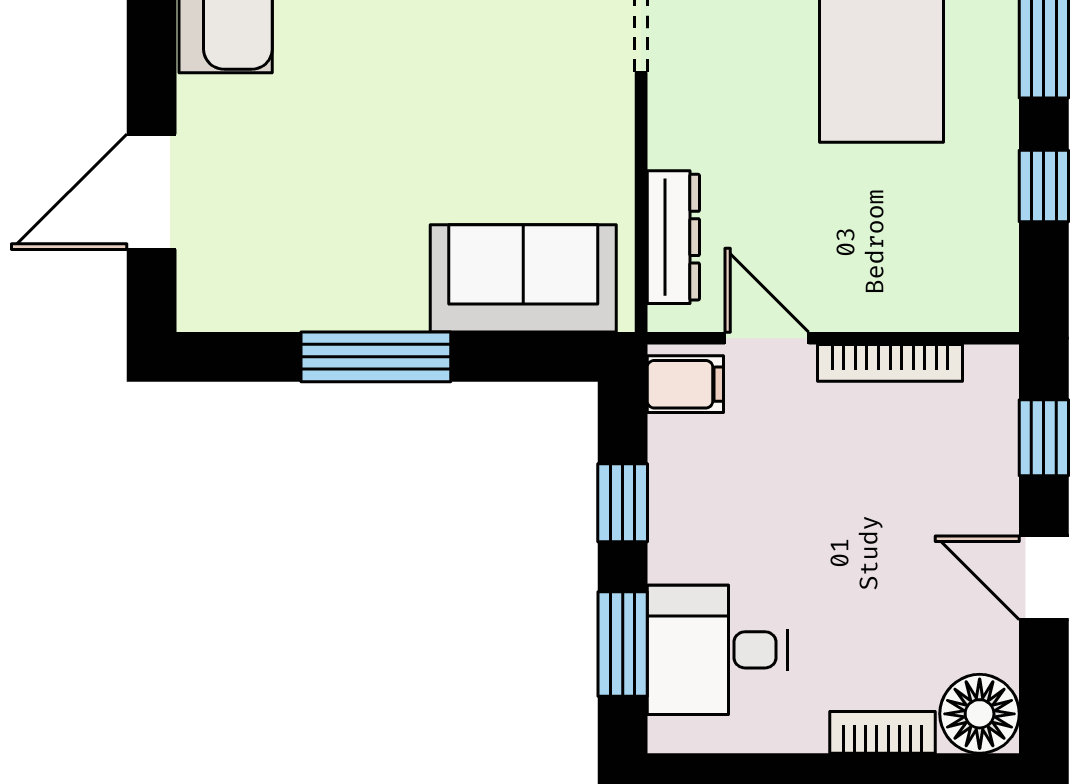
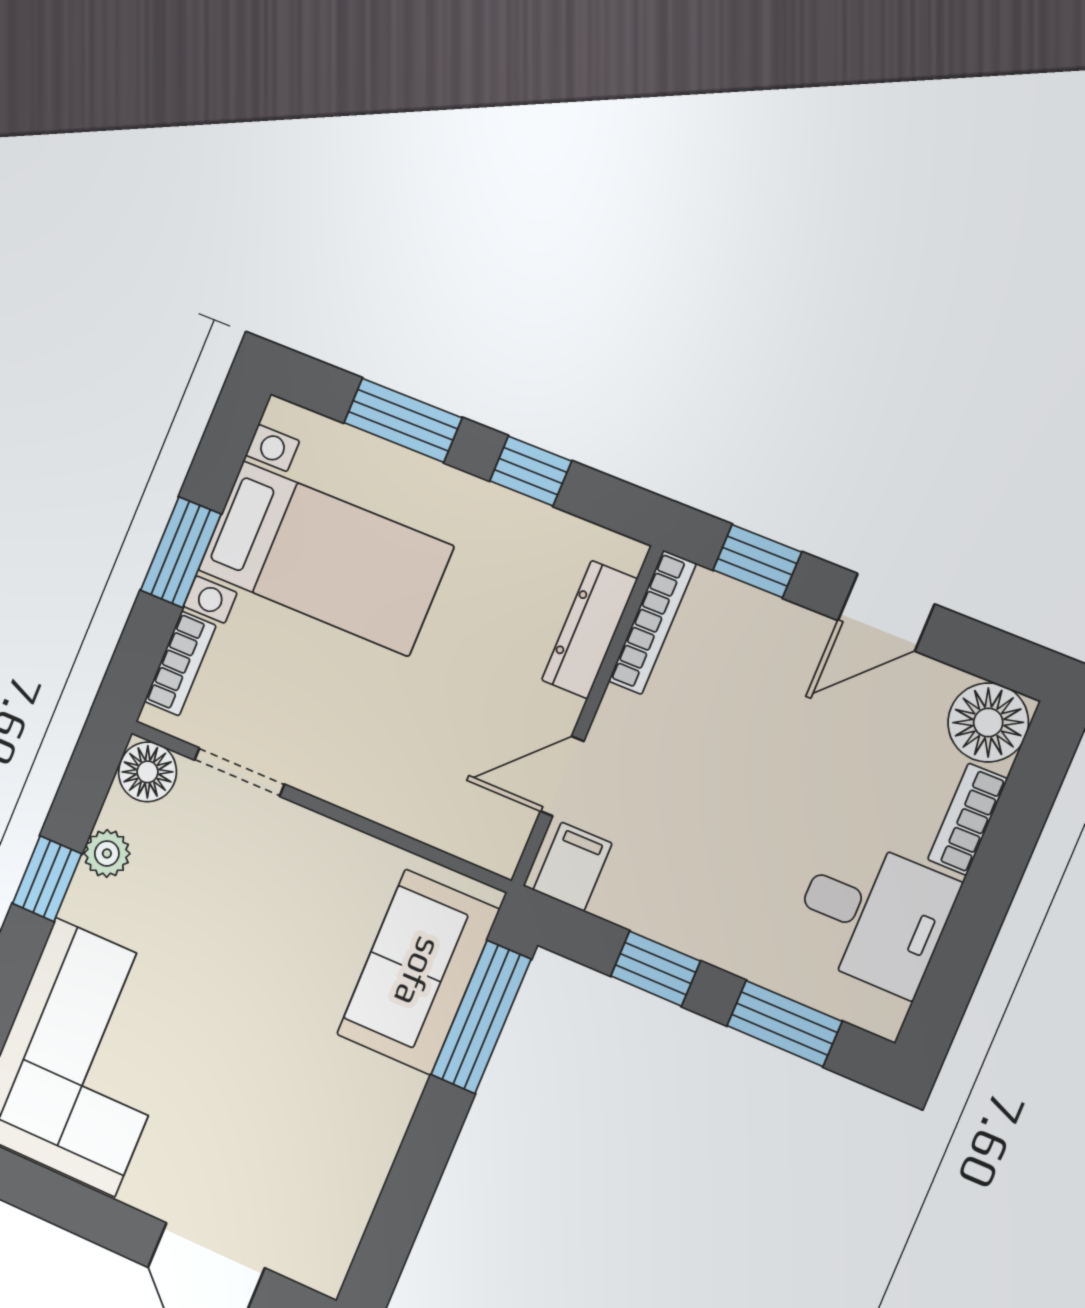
dresser: (673, 237) -> (590, 630), moved, turned -90
window: (376, 357) -> (481, 1017), moved
bookcase: (890, 363) -> (652, 622), moved
desk: (717, 650) -> (873, 915), moved, turned -90

